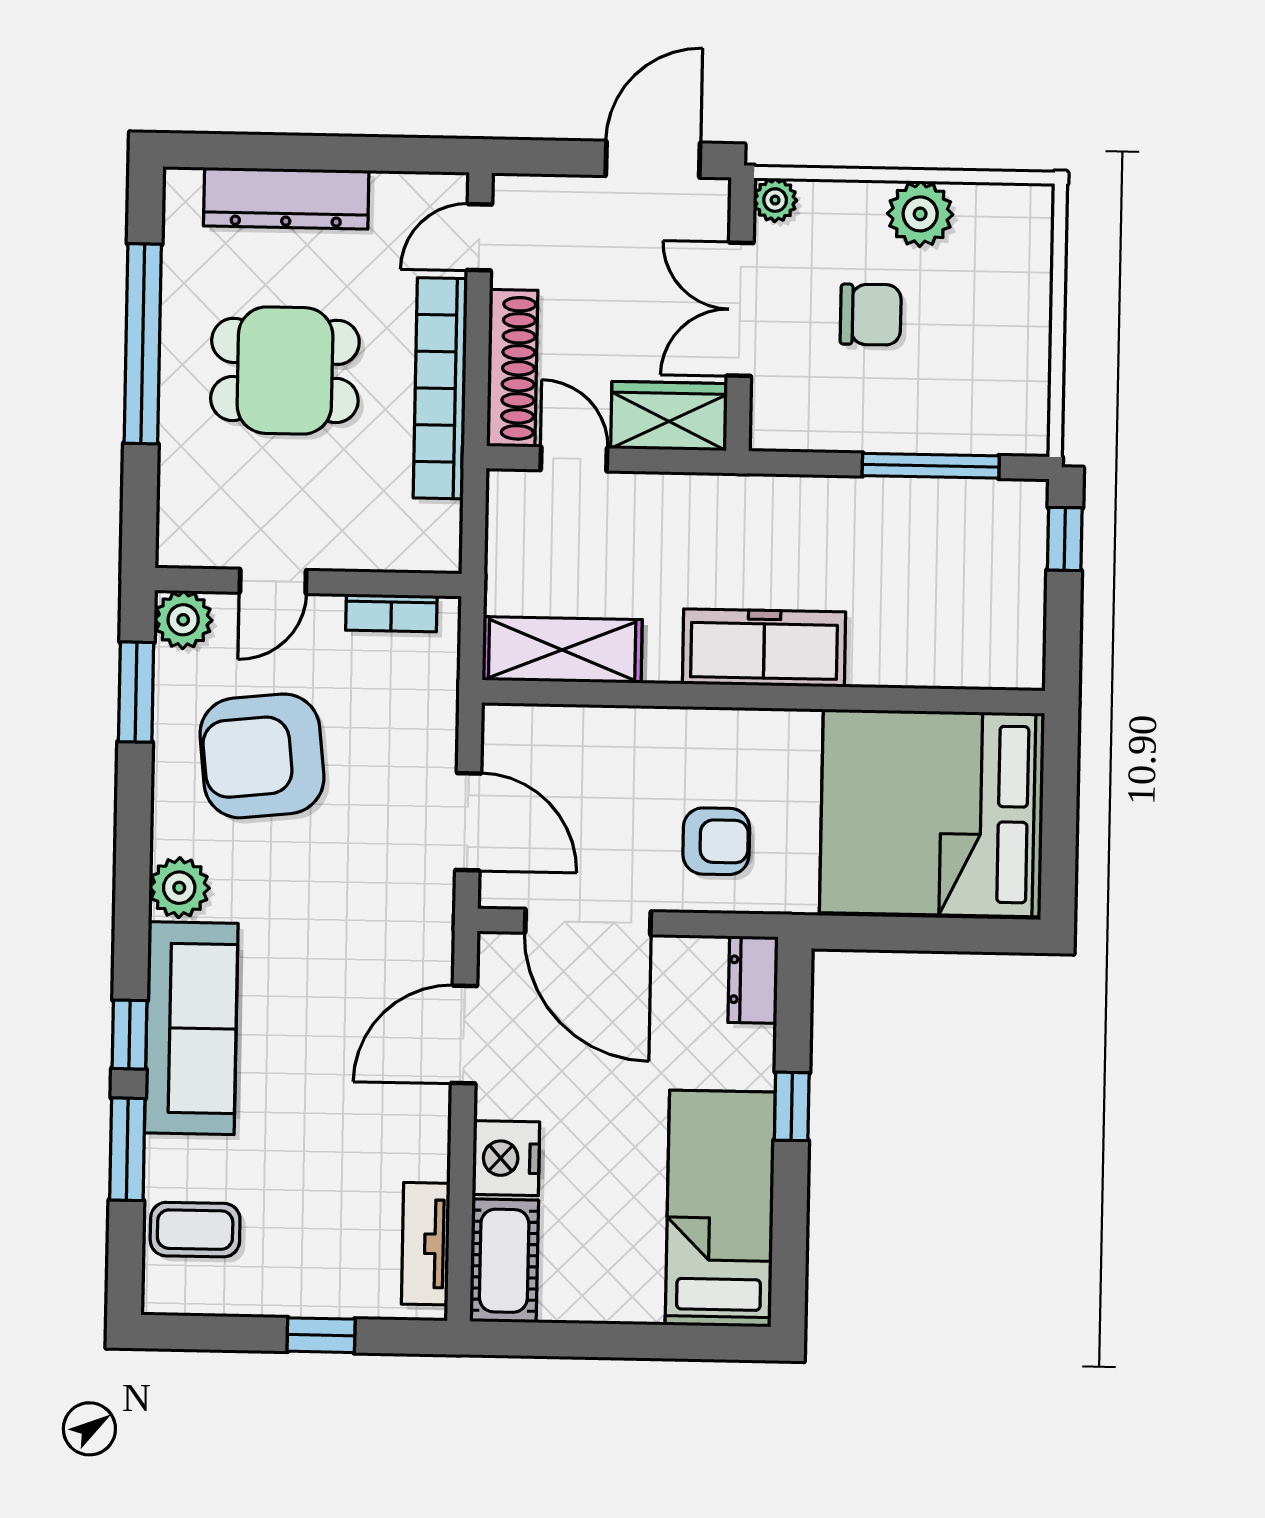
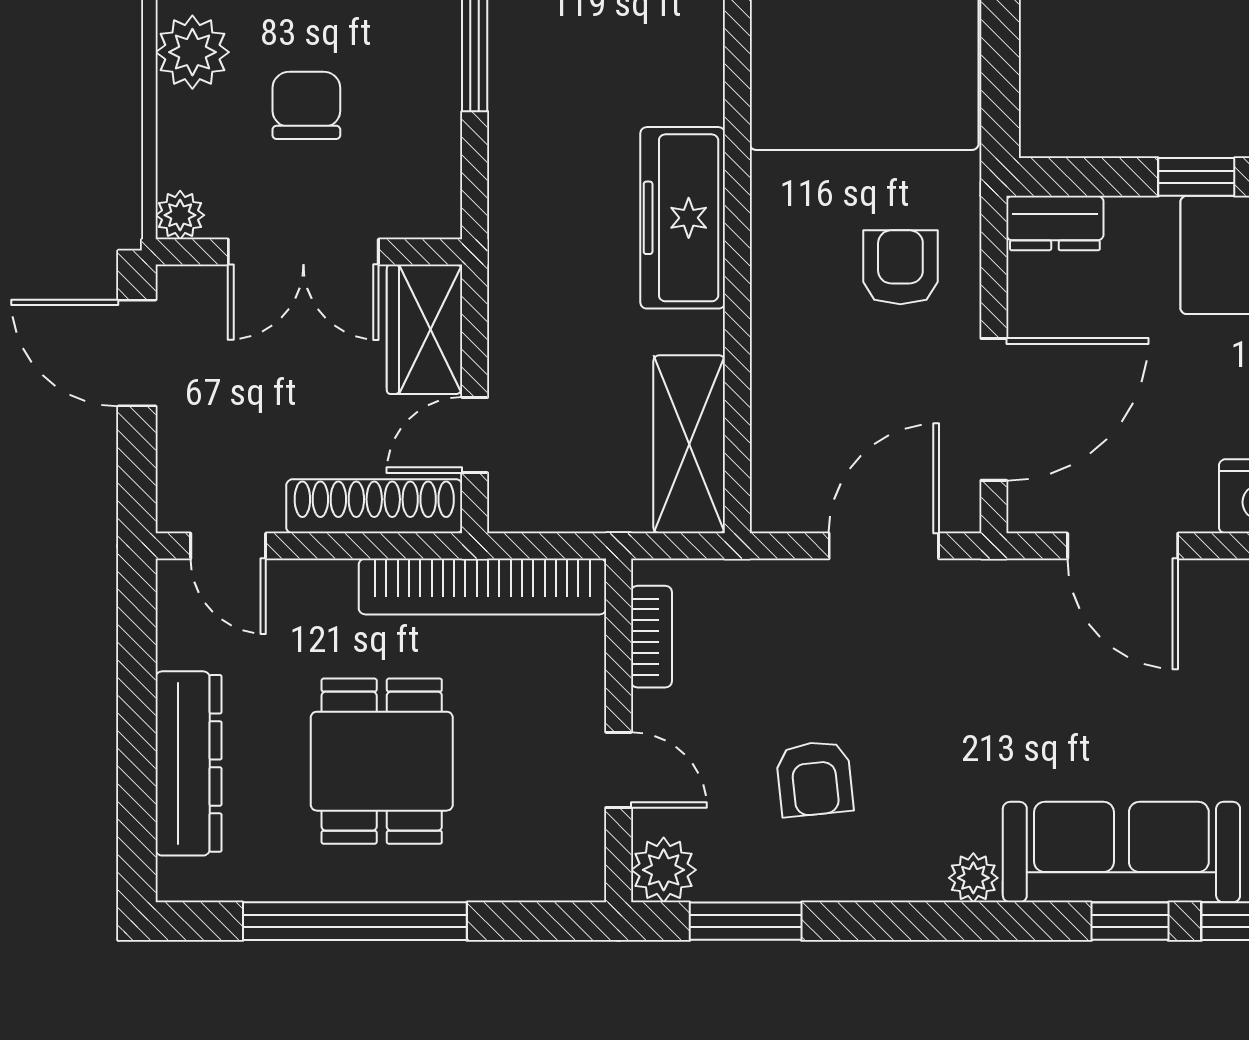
bookcase: (440, 388) -> (482, 586), moved
armchair: (262, 756) -> (815, 779), width x0.53, depth x0.53
plant: (179, 888) -> (973, 878), width x0.73, depth x0.73

